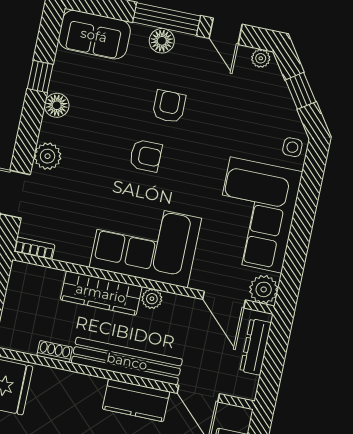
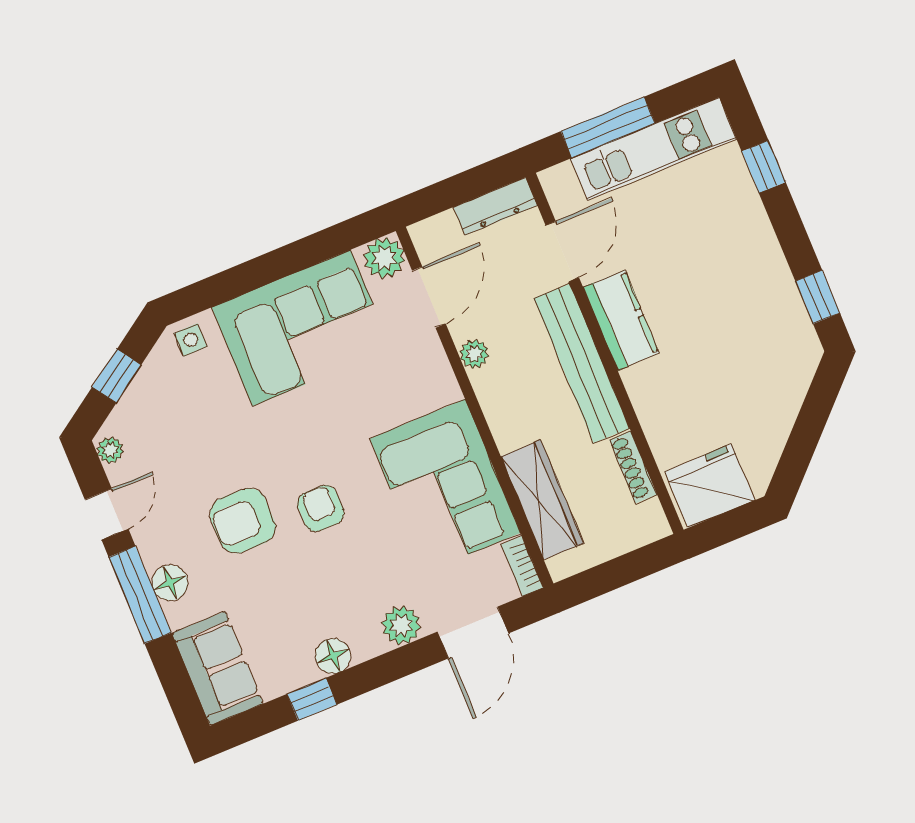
armchair: (169, 106) -> (243, 521), width x1.38, depth x1.38
corner sofa: (145, 243) -> (445, 486), moved
wardrobe: (101, 293) -> (542, 500), moved
plant: (152, 299) -> (474, 354), moved
dresser: (255, 347) -> (495, 206), moved
shoe rack: (55, 351) -> (633, 467), width x1.43

